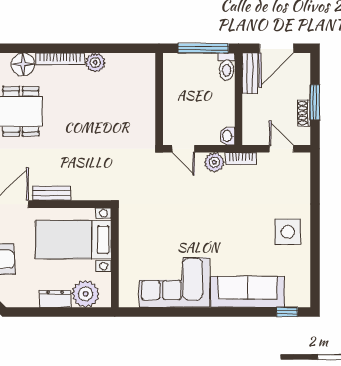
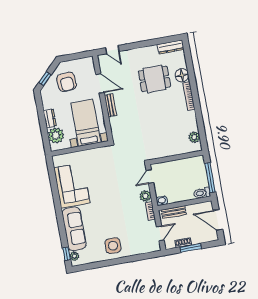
plant: (95, 62) -> (194, 137), moved
bench: (250, 73) -> (174, 212), moved
plant: (293, 300) -> (74, 256), added

